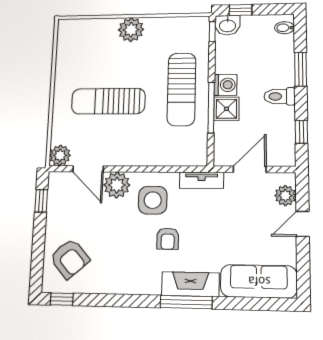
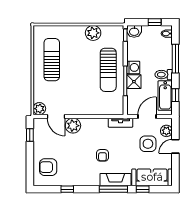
window: (240, 10) -> (155, 22), moved
plant: (131, 30) -> (93, 33), moved
window: (301, 69) -> (175, 59), width x1.44
sun lounger: (108, 101) -> (52, 60), moved, turned 90
bathtub: (283, 133) -> (165, 96), added
side table: (153, 200) -> (148, 144), moved
armchair: (70, 259) -> (48, 167), turned 131
window: (62, 299) -> (67, 189), moved
window: (241, 303) -> (143, 189), added

